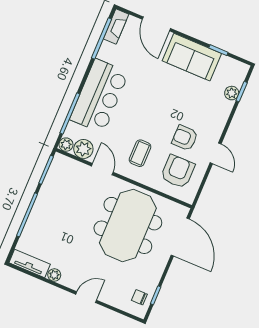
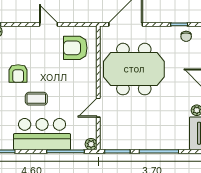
armchair: (185, 138) -> (18, 74), moved
plant: (83, 149) -> (89, 129), removed
coffee table: (140, 153) -> (36, 99), moved
door: (216, 153) -> (48, 24), hinge flipped

